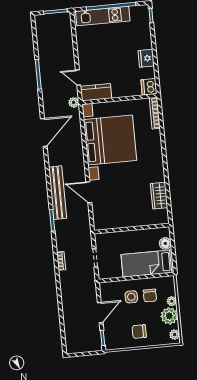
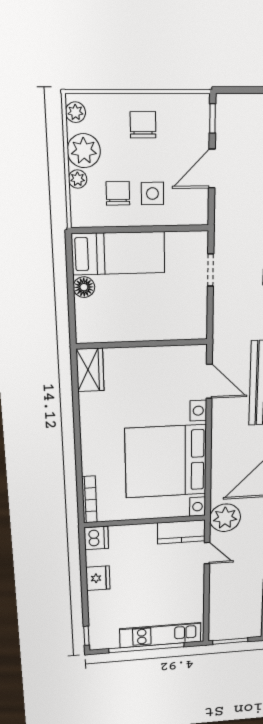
plant: (74, 102) -> (225, 518), width x1.88, depth x1.88
wall: (132, 229) -> (142, 344), moved
chair: (139, 332) -> (143, 125), turned -90

